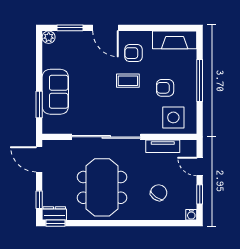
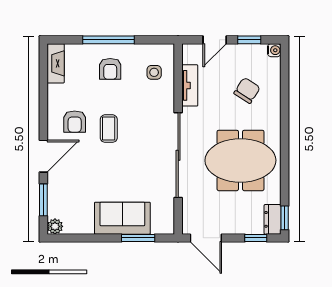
fireplace: (175, 40) -> (56, 63), width x0.73, depth x0.76
armchair: (165, 88) -> (110, 69), moved
side table: (173, 117) -> (154, 72), width x0.54, depth x0.54
door: (39, 159) -> (206, 238), hinge flipped
chair: (159, 193) -> (247, 90), turned 88

